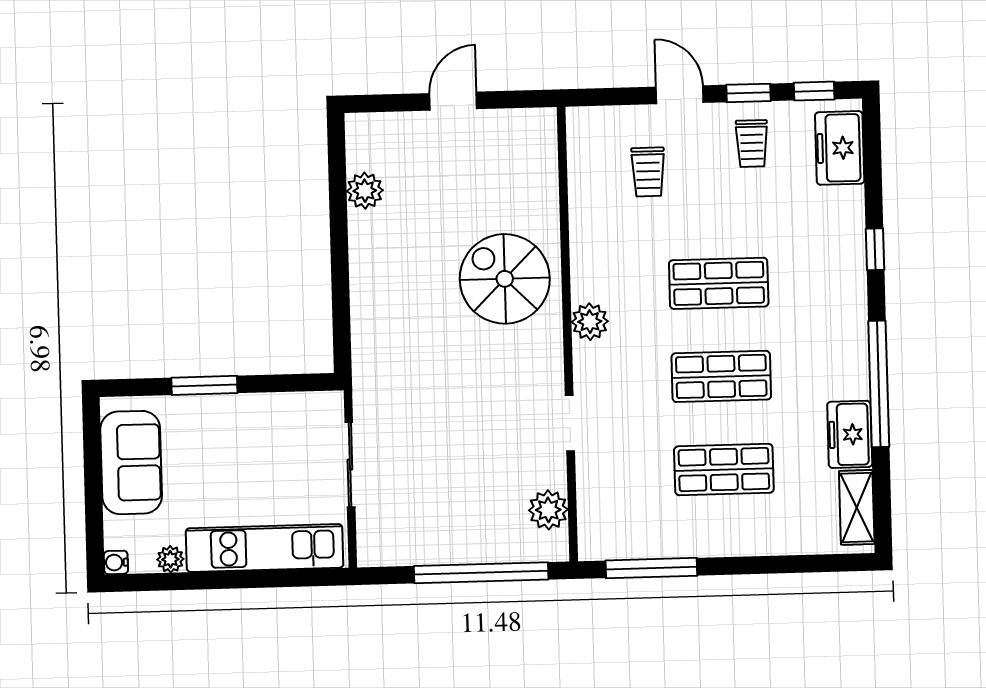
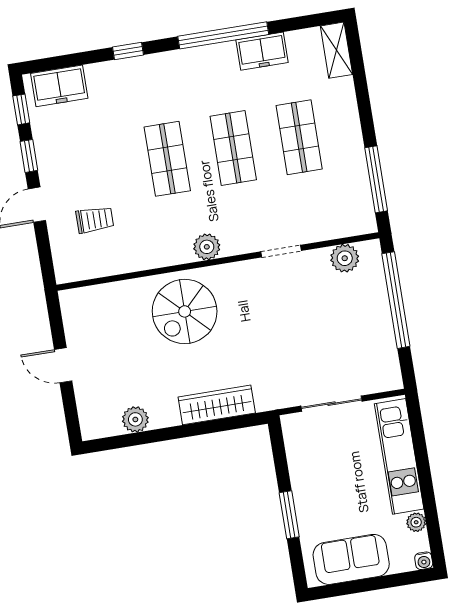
trolley: (752, 144) -> (65, 149), removed
wardrobe: (370, 306) -> (217, 405), added
shelving: (857, 507) -> (336, 50), moved, turned 90

